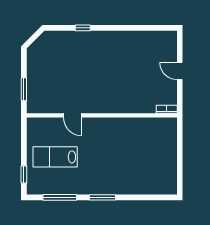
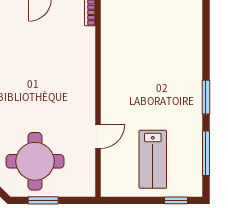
round table: (54, 67) -> (35, 161), added
window: (24, 89) -> (43, 200), moved

